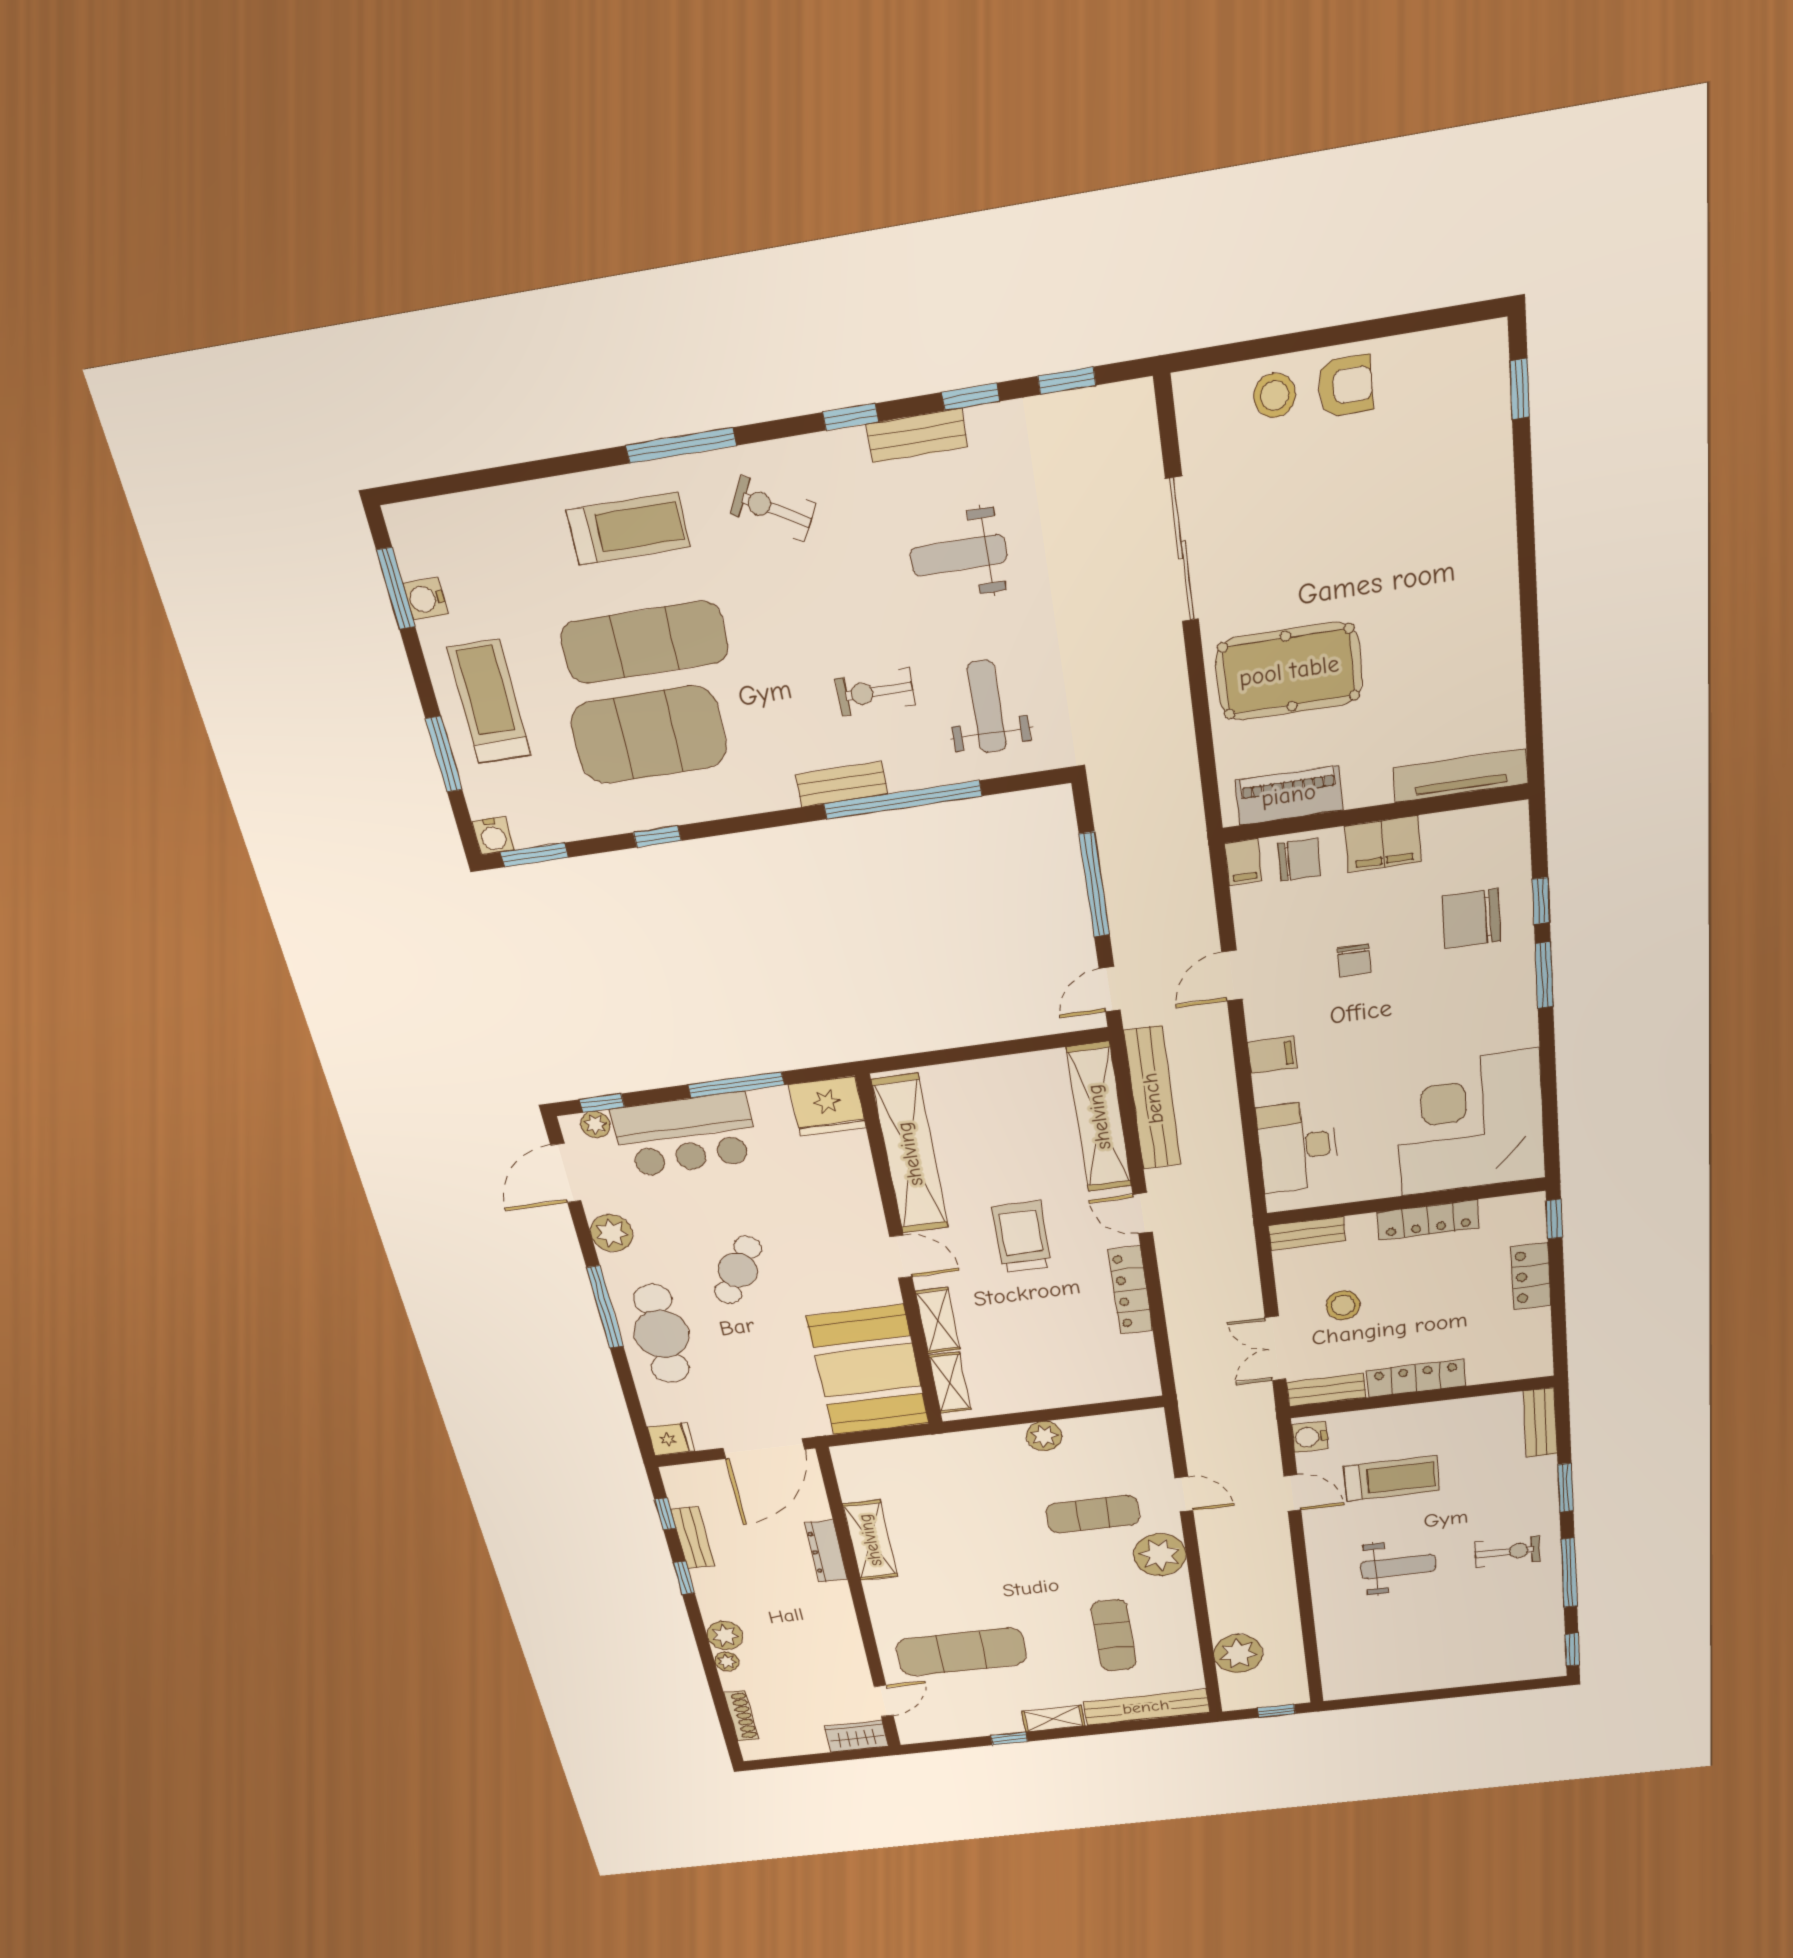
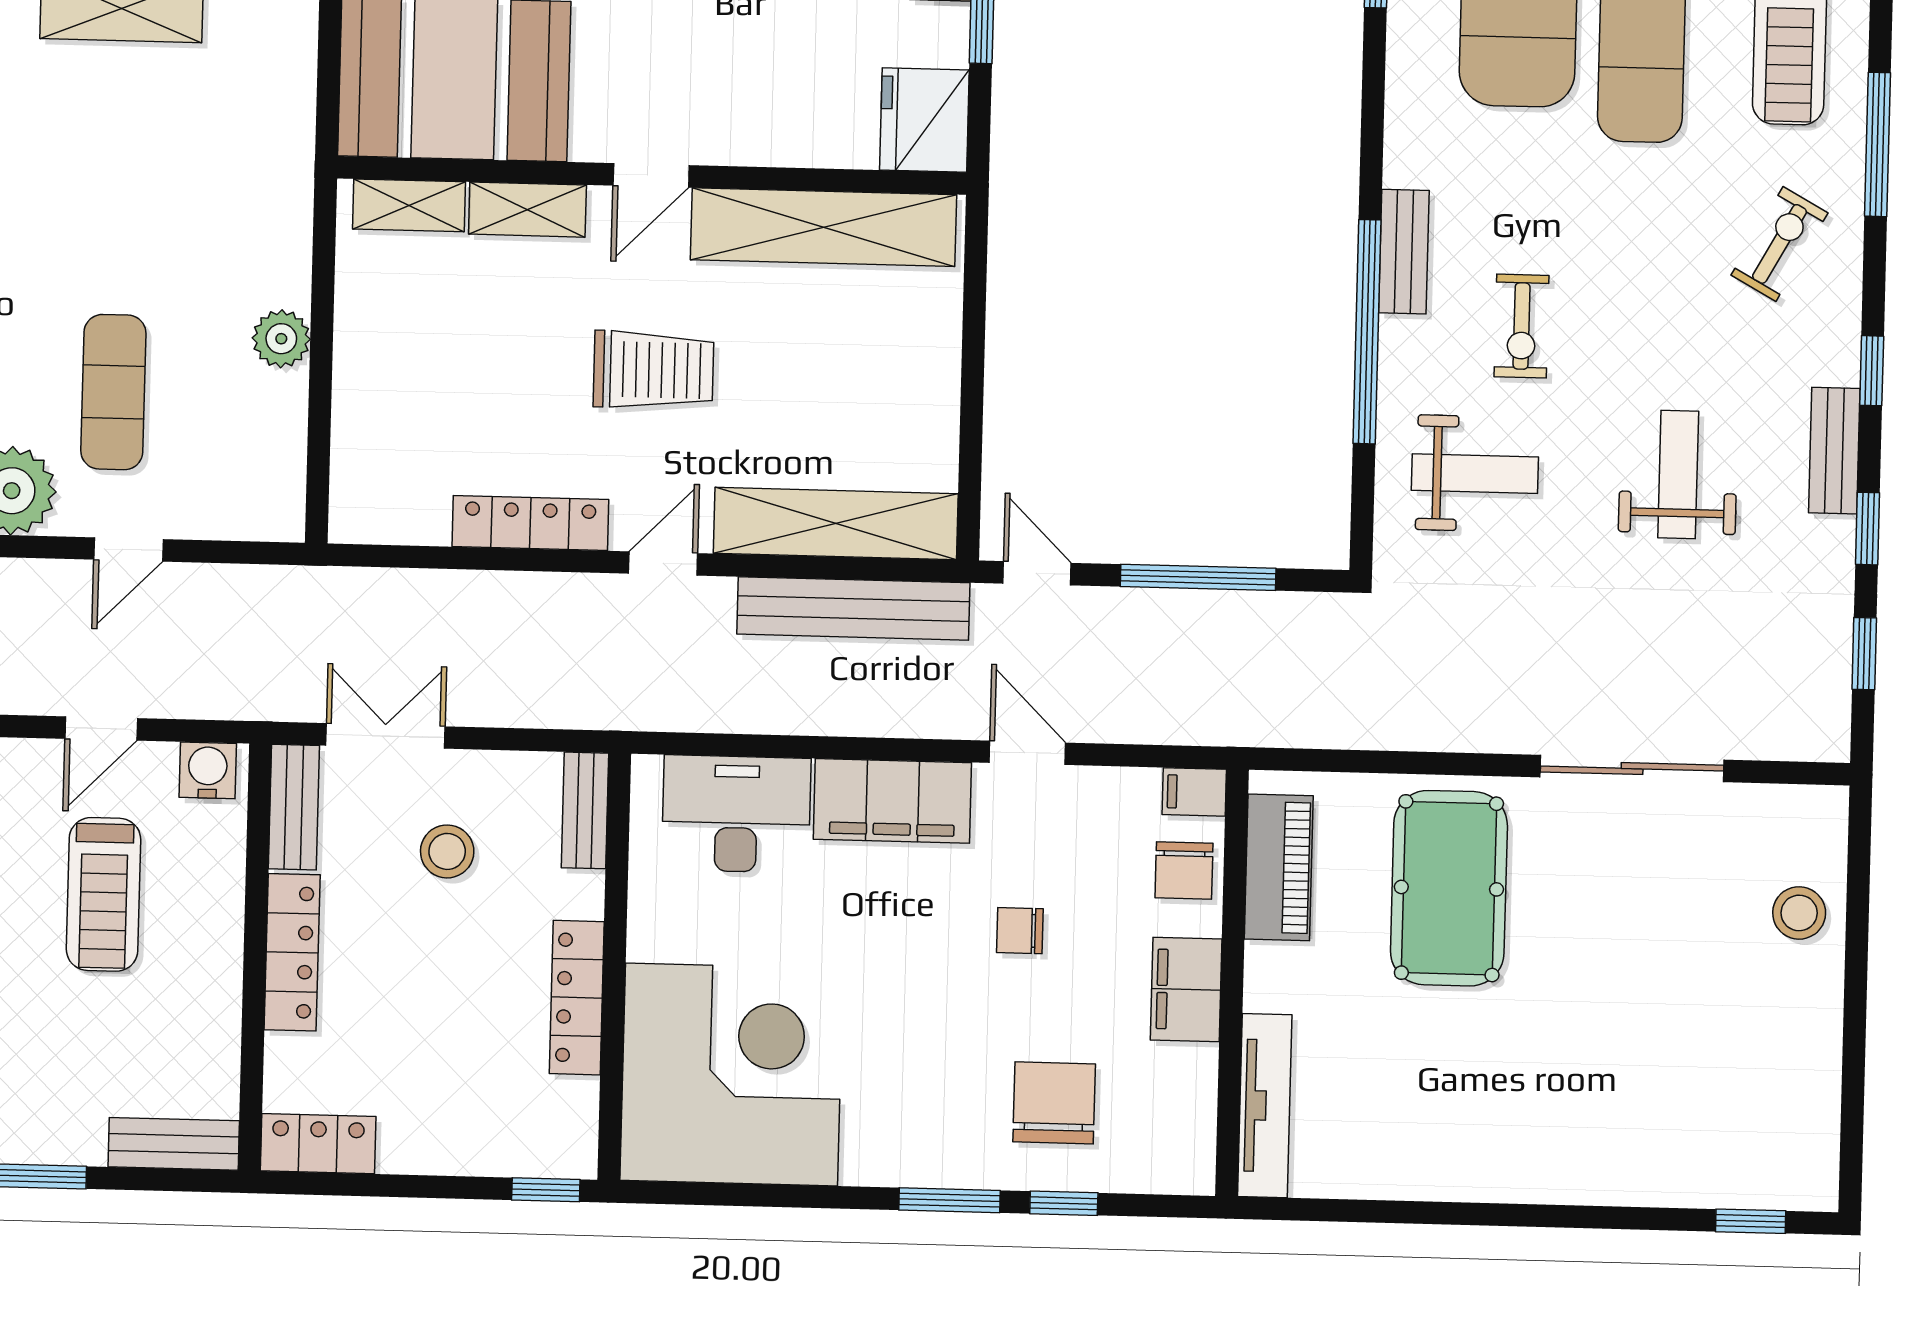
armchair: (1345, 386) -> (1794, 1003), removed
exercise bike: (875, 692) -> (1522, 326), turned 180
filing cabinet: (1272, 1055) -> (892, 801), width x3.00, depth x1.17
locker: (1531, 1276) -> (318, 1144), moved

